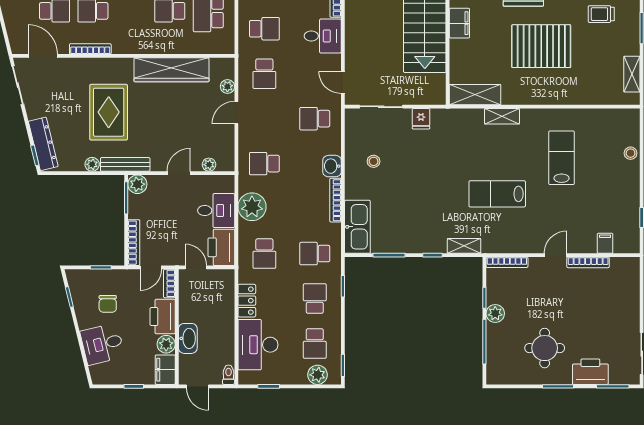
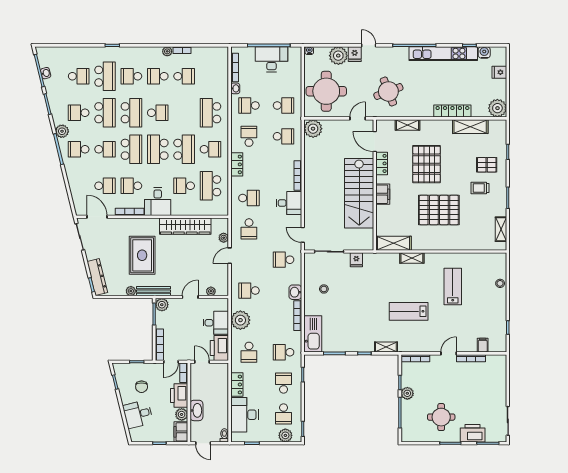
desk: (131, 34) -> (158, 202), added

